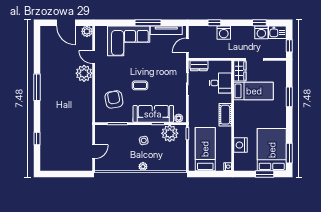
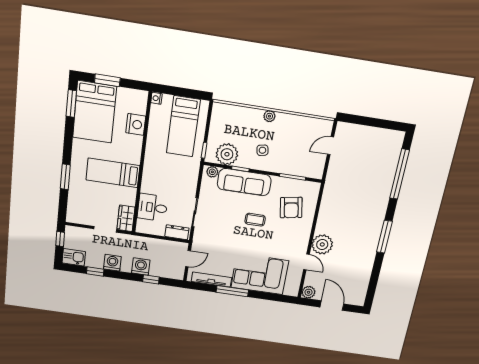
washing machine: (261, 32) -> (112, 263), moved
bed: (254, 91) -> (113, 173), moved
cot: (225, 115) -> (151, 167), removed
window: (37, 138) -> (400, 174), width x3.17

